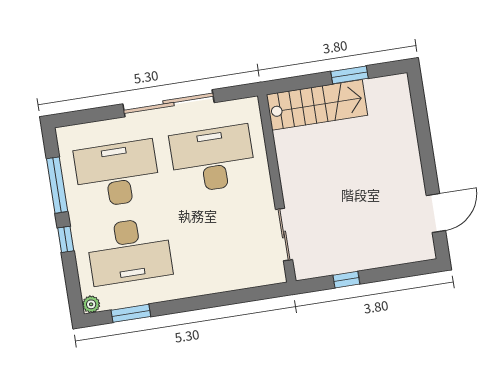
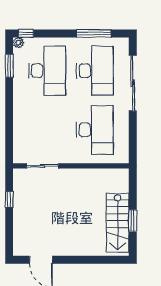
sliding door: (169, 103) -> (133, 83), moved
stairs: (317, 105) -> (118, 223), moved
window: (66, 239) -> (26, 33), moved
desk: (129, 251) -> (47, 71), turned 180

